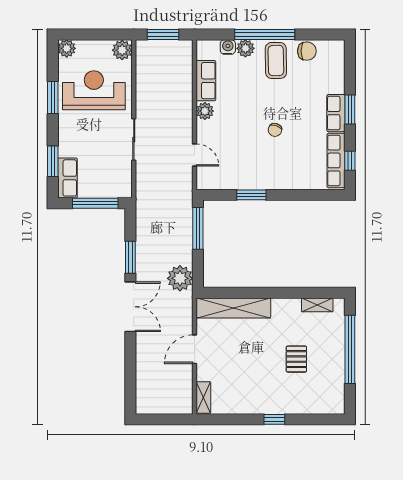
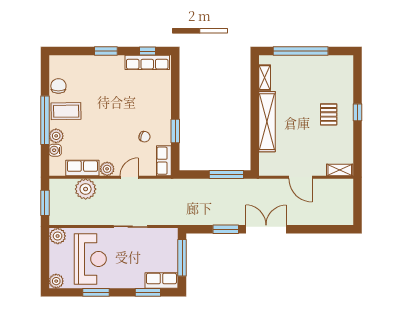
reception desk: (94, 90) -> (90, 259), turned 180
row of seats: (336, 113) -> (164, 161), moved, turned 90
chair: (275, 130) -> (144, 137), moved
door: (195, 155) -> (129, 177), moved
window: (198, 228) -> (226, 174), moved
plant: (180, 278) -> (86, 189), moved
shelving: (233, 308) -> (267, 122), moved
pallet: (296, 359) -> (329, 114), moved, turned 90

